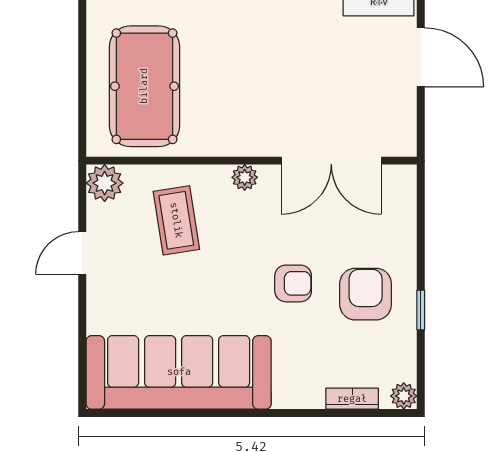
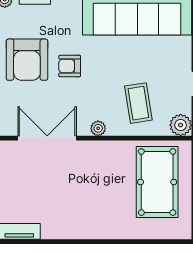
armchair: (366, 294) -> (27, 60), width x1.36, depth x1.36

